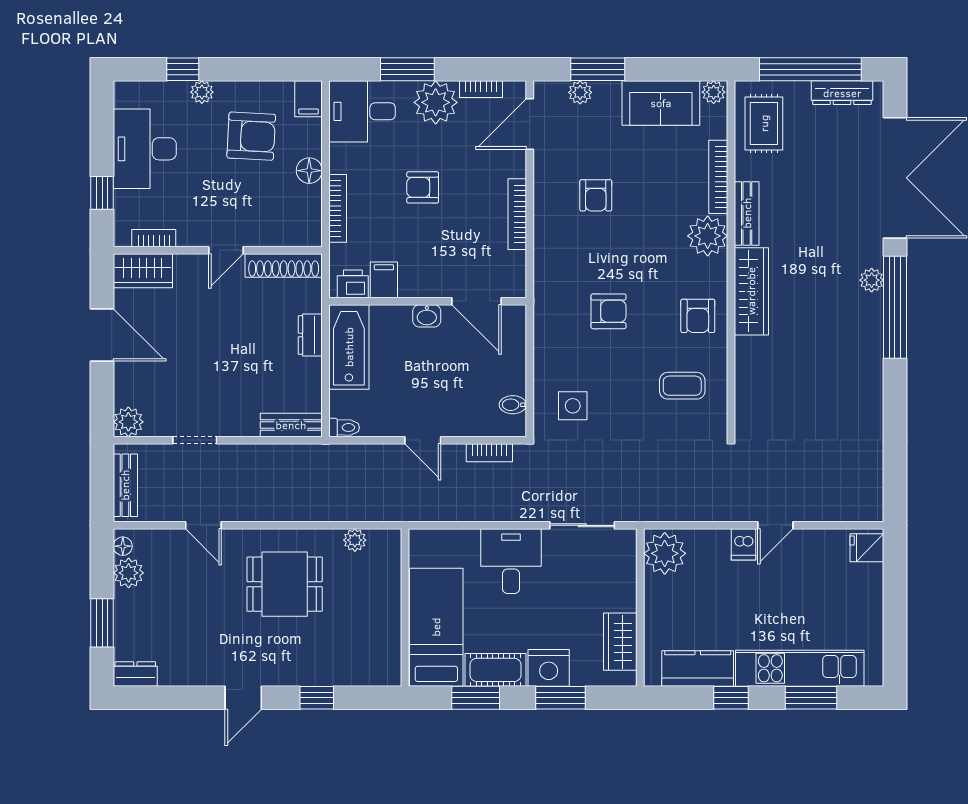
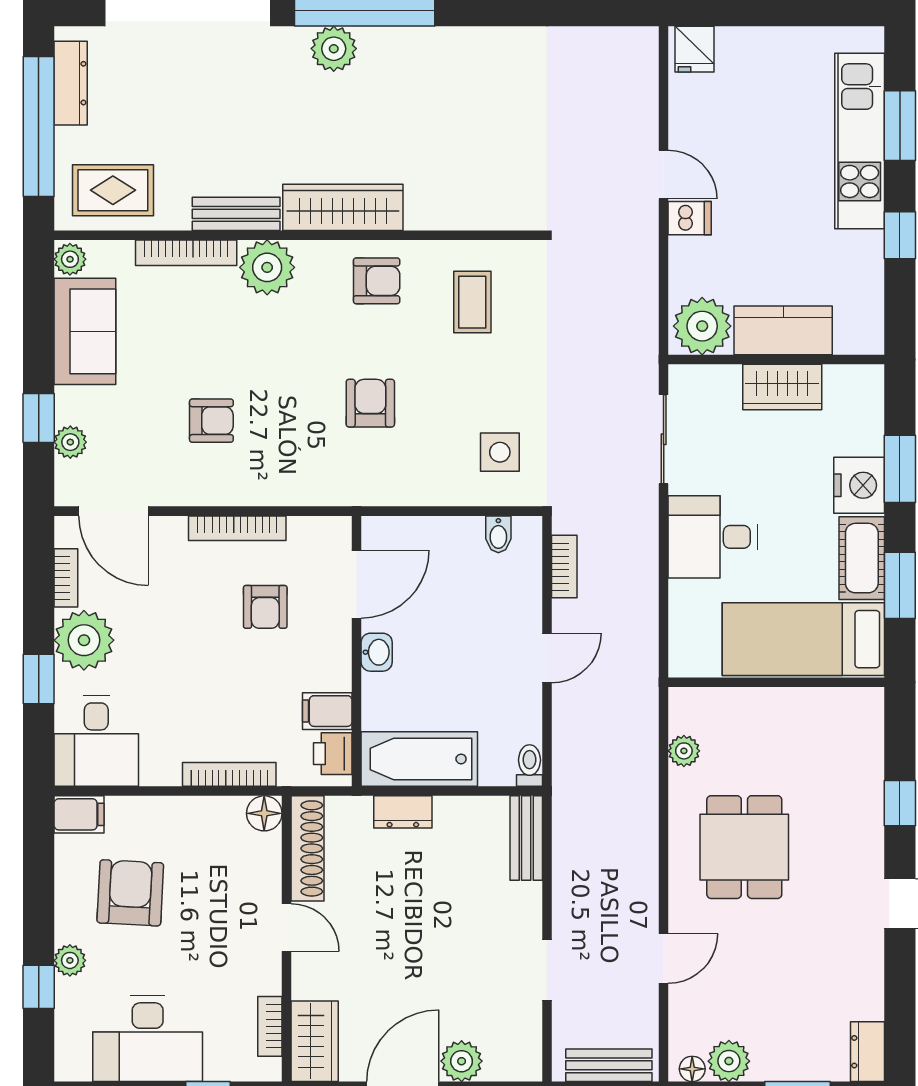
window: (407, 69) -> (39, 679), width x0.67
window: (598, 69) -> (39, 418), width x0.67
floor lamp: (309, 171) -> (264, 813), moved
armchair: (423, 187) -> (265, 607), moved
plant: (872, 280) -> (334, 49), width x1.38, depth x1.38
plant: (128, 422) -> (462, 1061), moved
wardrobe: (620, 642) -> (782, 387), moved
kitchen counter: (698, 668) -> (783, 330), moved, turned 90

